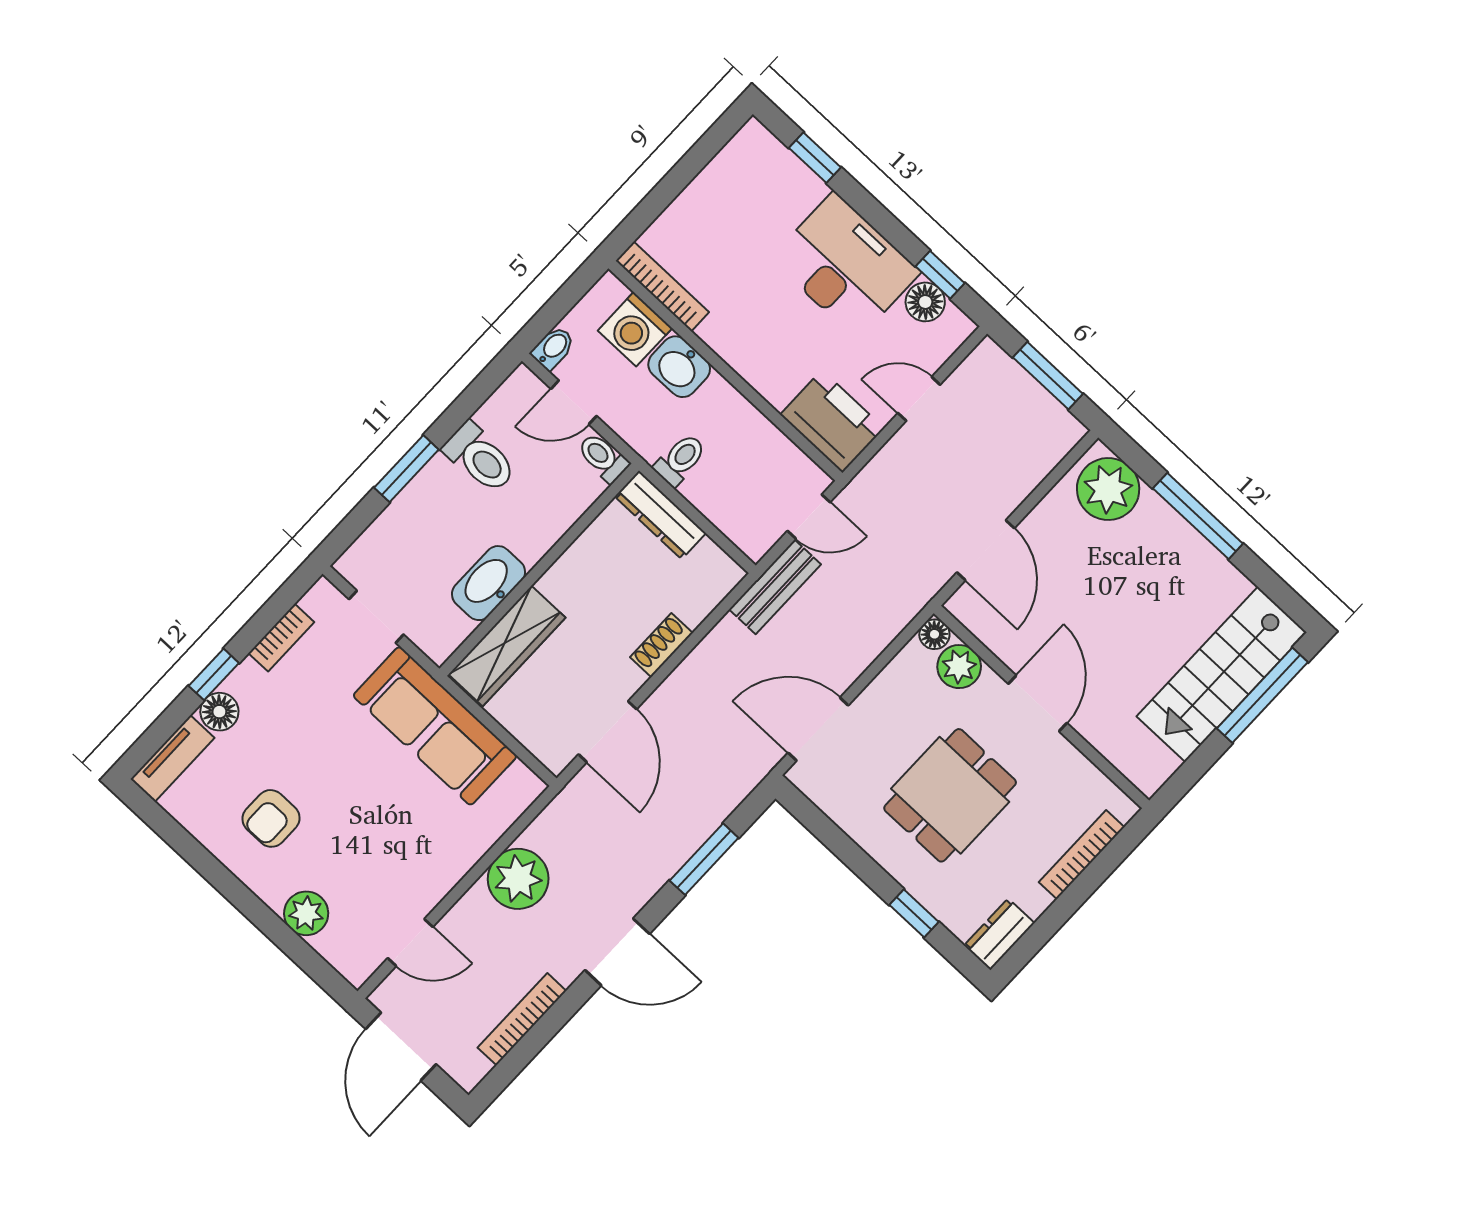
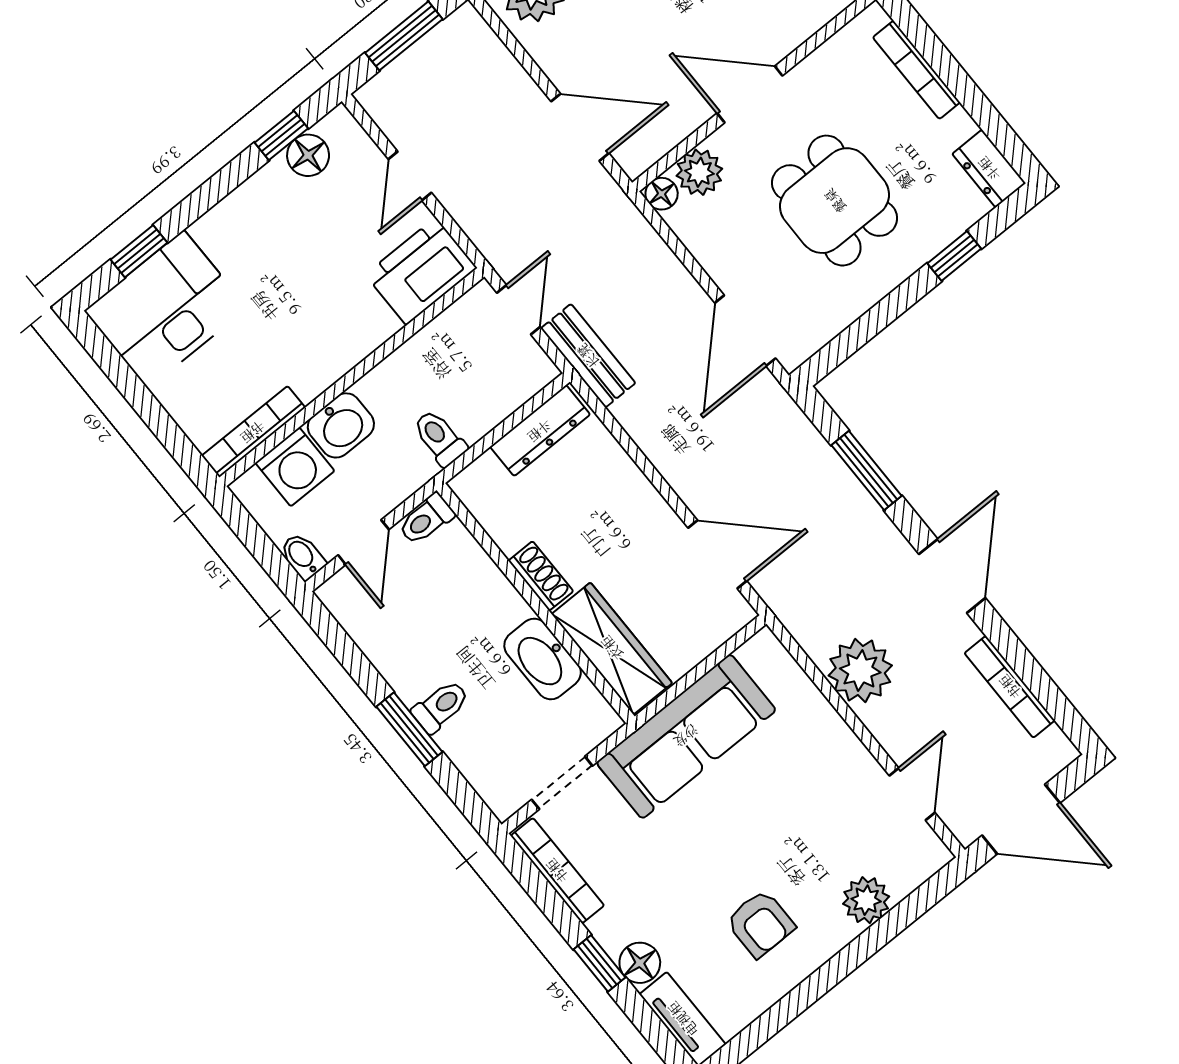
desk: (845, 266) -> (166, 309), moved
toilet: (480, 458) -> (441, 706), moved, width x0.73, depth x0.72
dresser: (660, 515) -> (540, 431), moved
bookcase: (281, 638) -> (557, 871), width x1.56
shoe rack: (661, 645) -> (541, 576), moved, turned 180

